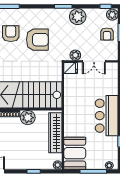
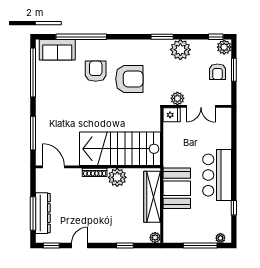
booth: (75, 153) -> (177, 188), moved

